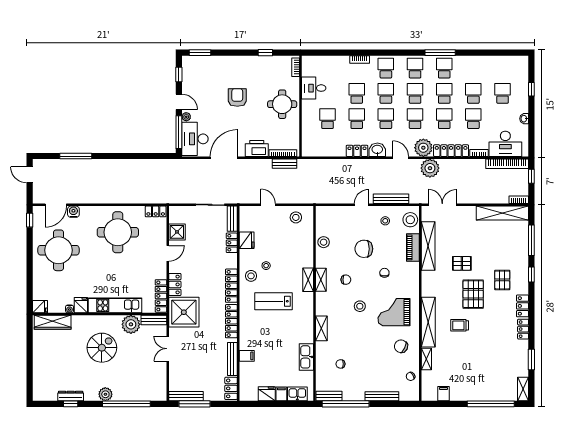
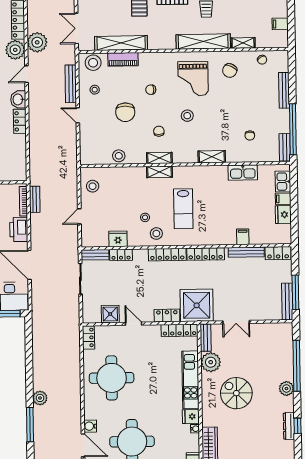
plant: (100, 166) -> (40, 398), added

